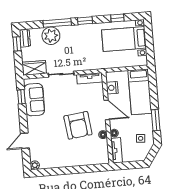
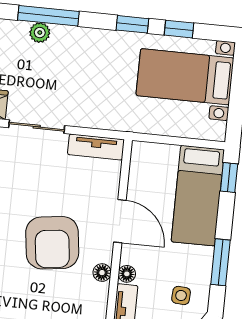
window: (85, 21) -> (132, 24), moved
plant: (51, 36) -> (40, 33), width x0.53, depth x0.53
window: (152, 81) -> (229, 178), added
nightstand: (112, 88) -> (140, 176), removed

